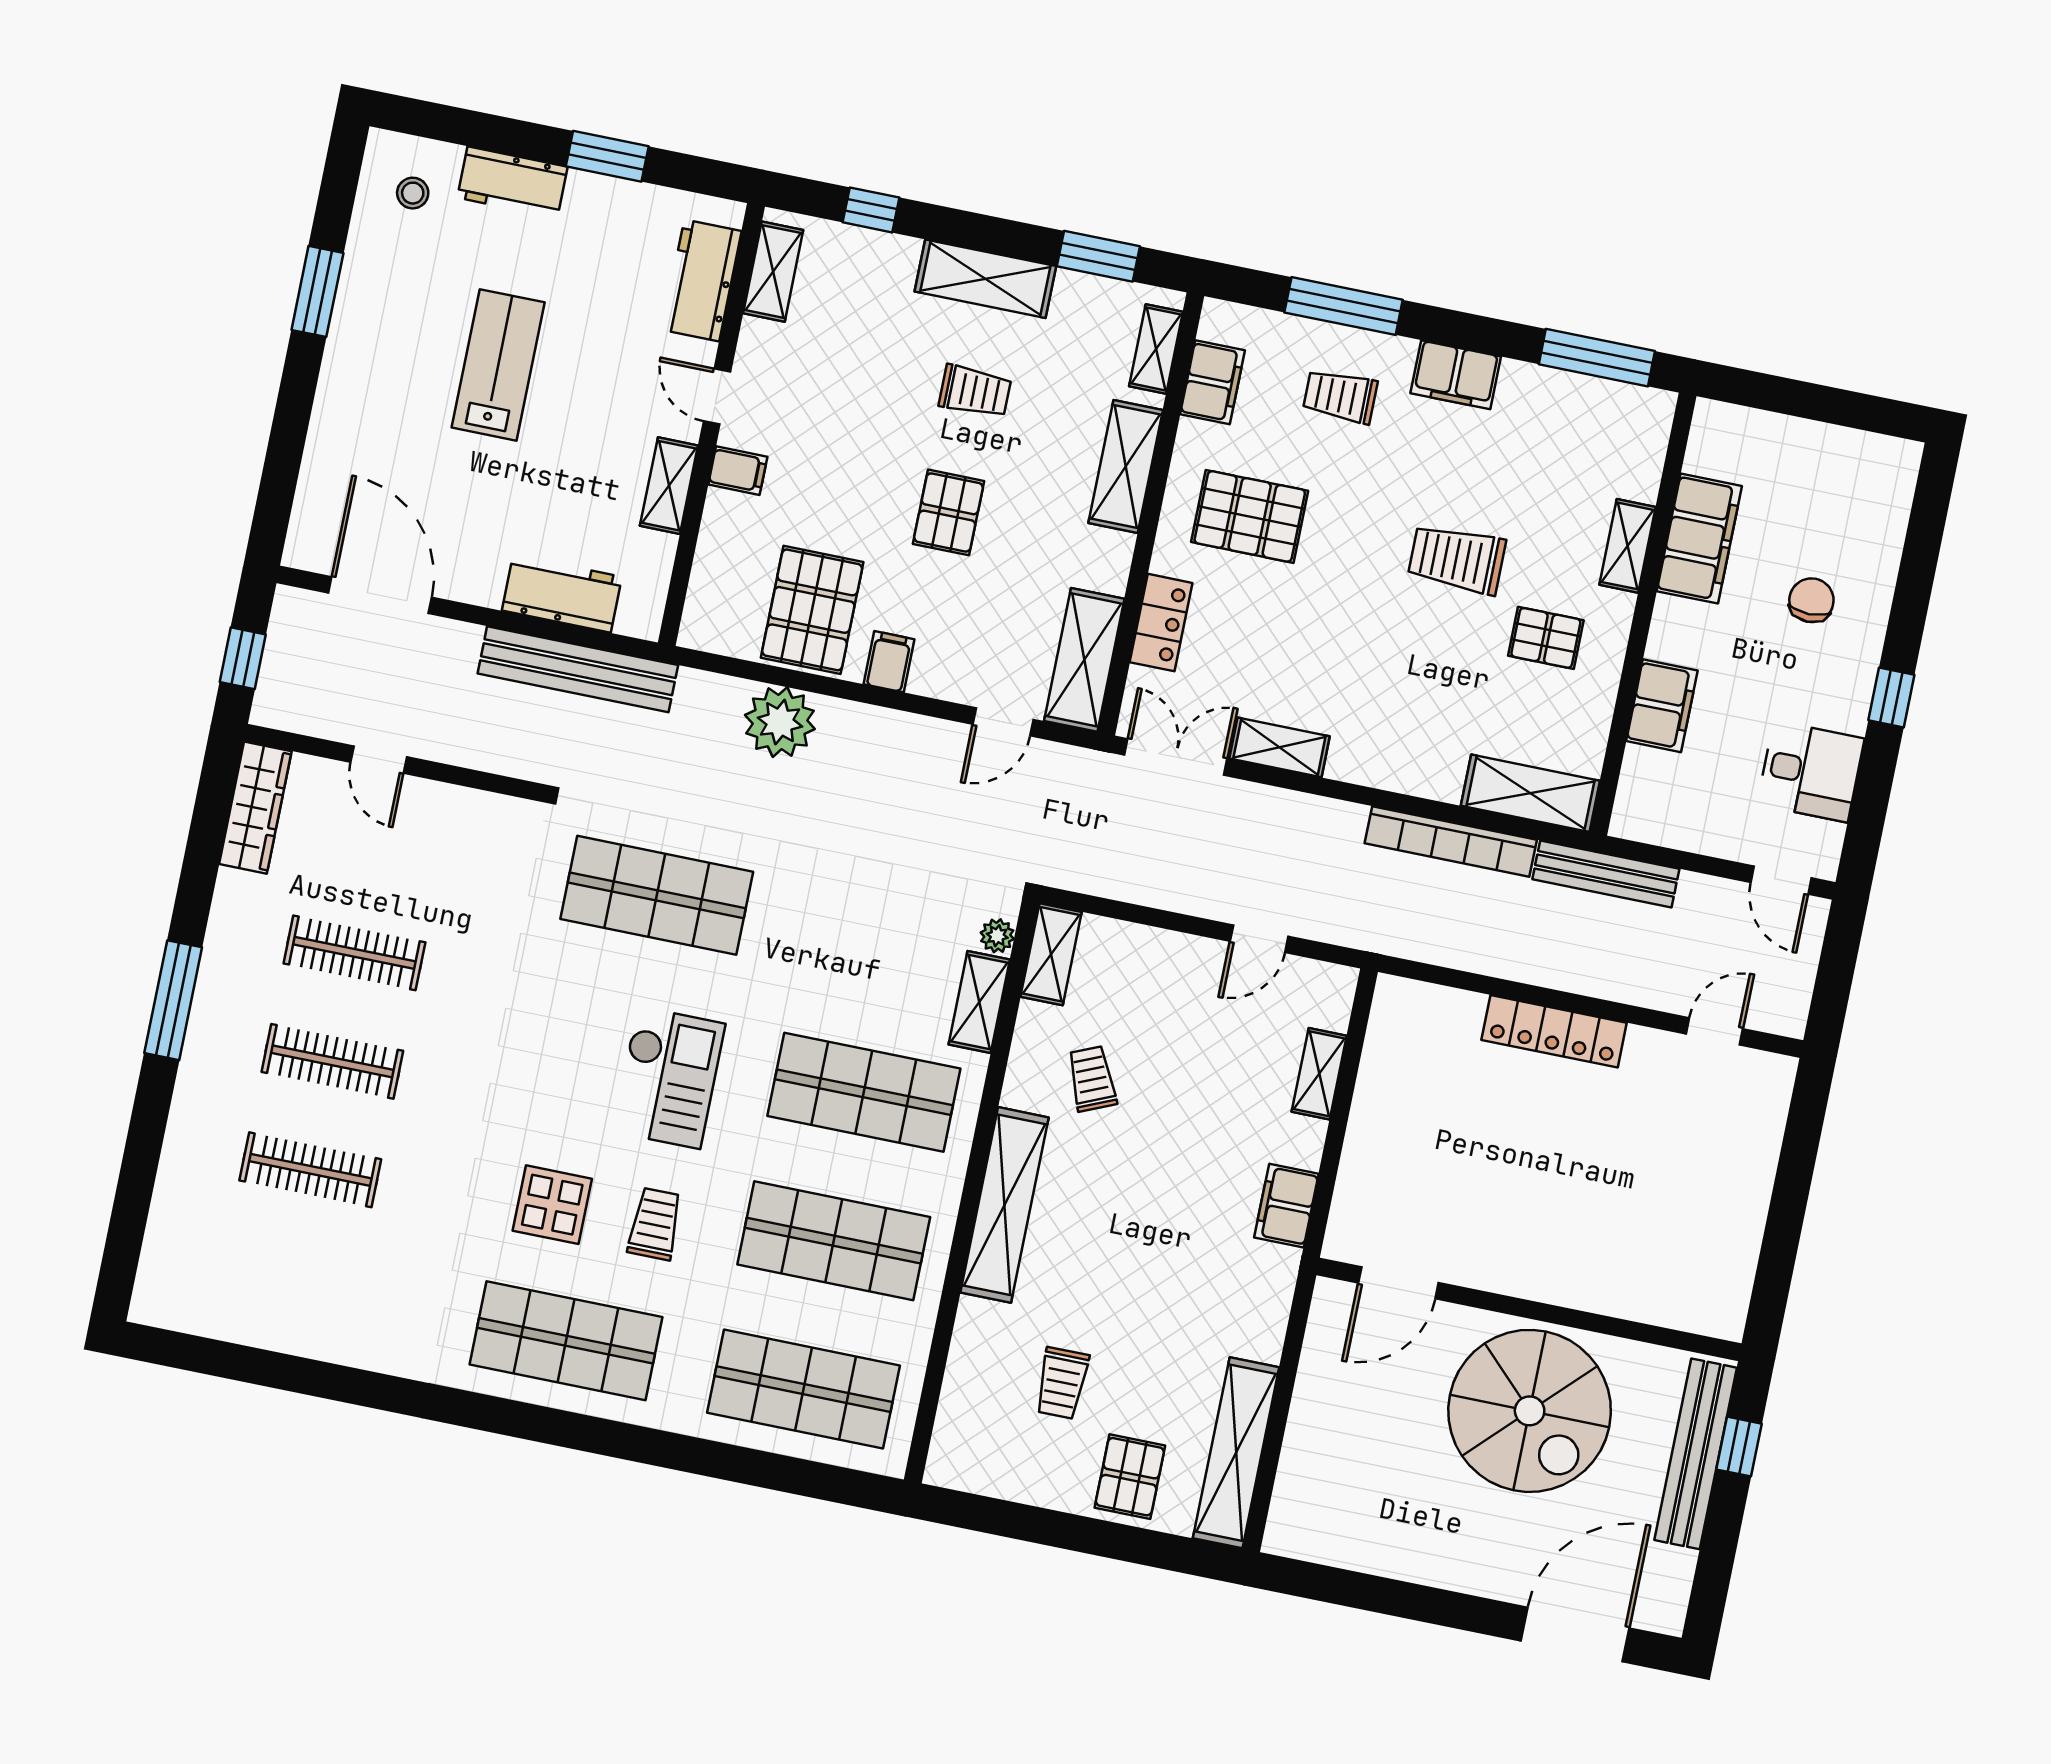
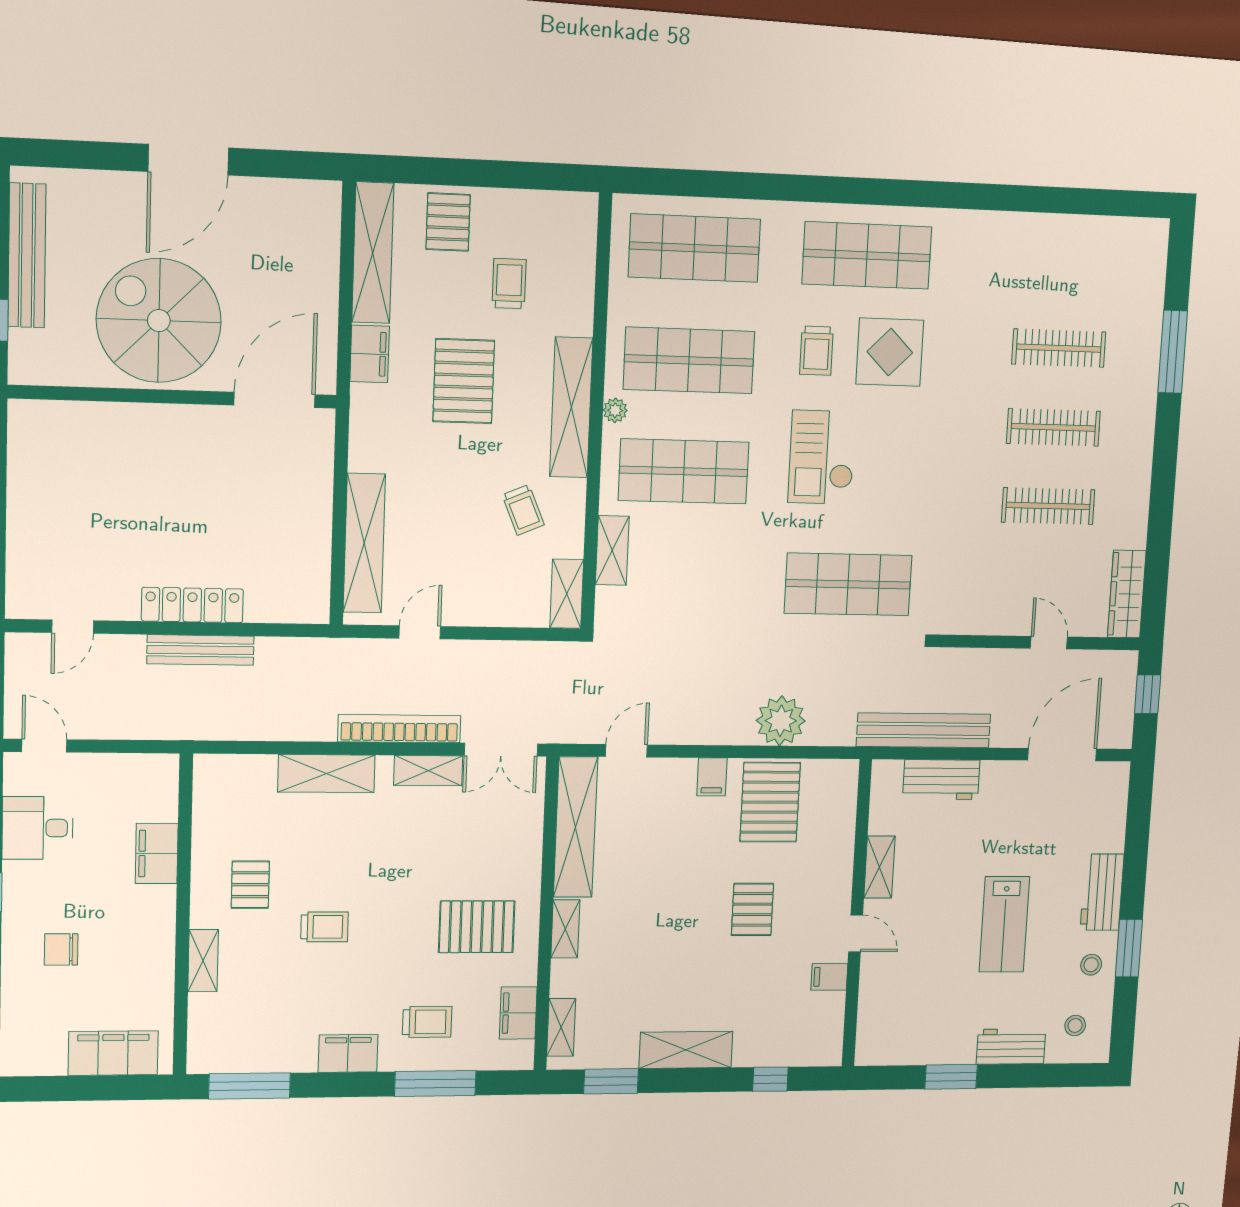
shelving: (773, 272) -> (830, 1024), removed
stool: (377, 279) -> (1091, 965), added
workbench: (702, 280) -> (1102, 892), moved, turned 180
trolley: (975, 391) -> (681, 973), removed
shelving: (1126, 466) -> (565, 929), width x0.67, depth x0.75
filing cabinet: (738, 471) -> (829, 977), moved
pallet: (948, 512) -> (752, 909), moved
filing cabinet: (1699, 539) -> (113, 1053), moved, turned 90
trolley: (1457, 559) -> (324, 927), width x0.73, depth x0.72
door: (380, 595) -> (1062, 755), swing flipped
chair: (1811, 600) -> (61, 949), turned 90
locker: (1161, 623) -> (527, 841), removed
pallet: (1546, 638) -> (250, 885), turned 90
shelving: (1084, 660) -> (576, 827), width x1.47
shelving: (1530, 793) -> (326, 774), moved
bookcase: (1451, 842) -> (399, 729), moved
bench: (1606, 874) -> (200, 650), moved
plant: (997, 936) -> (615, 410), moved
window: (173, 1000) -> (1173, 352), moved
shelving: (1319, 1074) -> (364, 543), width x2.20, depth x1.33
display table: (552, 1205) -> (890, 352), width x1.36, depth x1.36
filing cabinet: (1286, 1206) -> (370, 354), moved
pallet: (1144, 1265) -> (464, 381), added
door: (1398, 1283) -> (274, 400), width x1.36
bench: (1696, 1454) -> (27, 256), moved
door: (1575, 1635) -> (188, 160), moved

